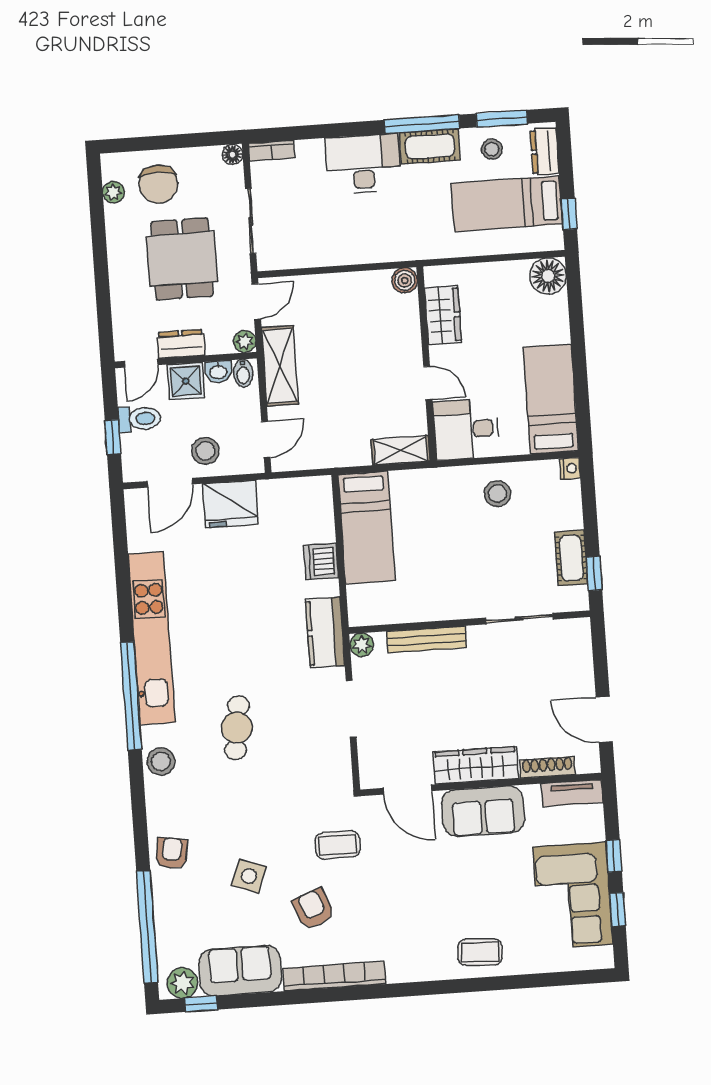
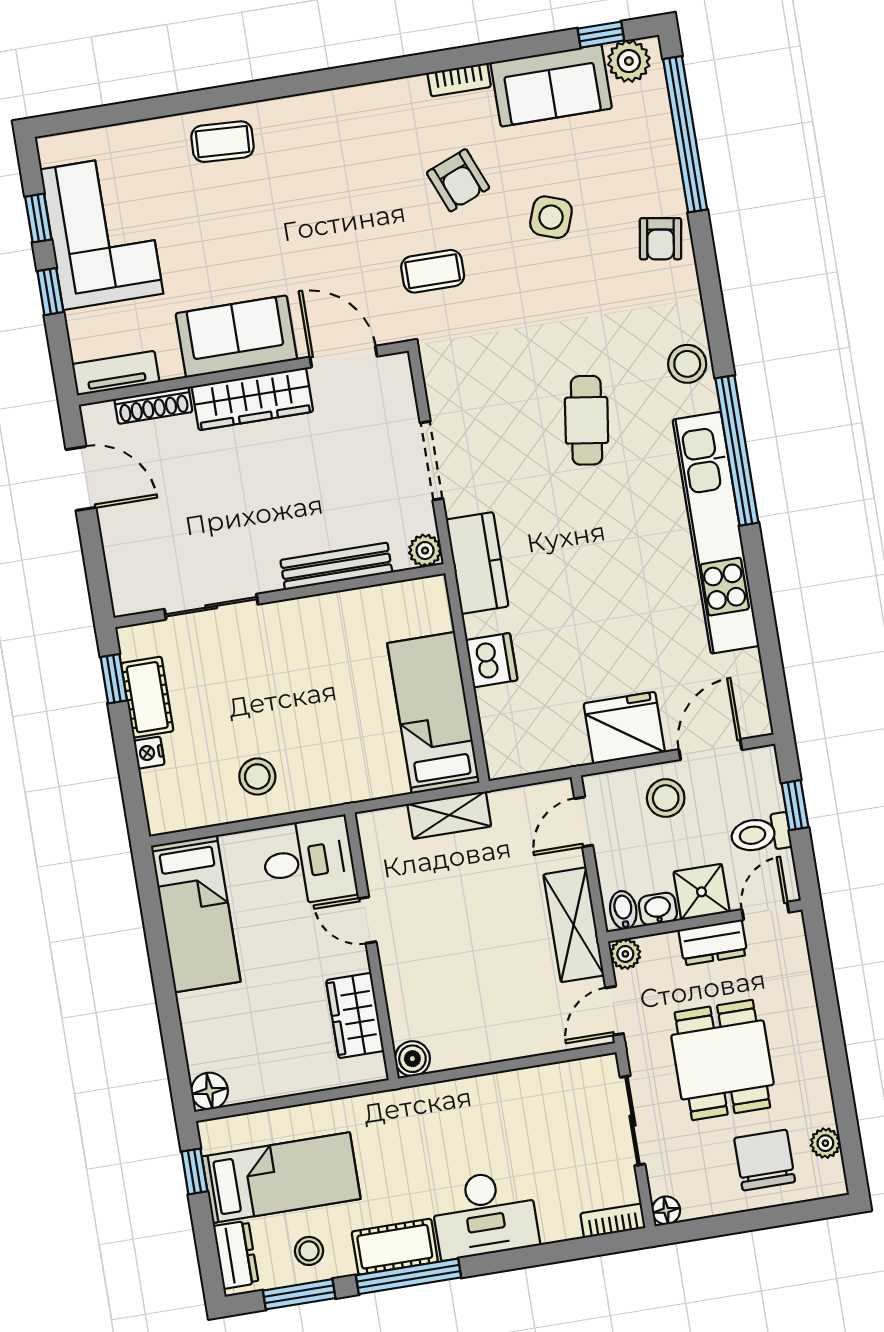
floor lamp: (548, 276) -> (210, 1091), width x0.73, depth x0.73
shelving: (400, 450) -> (449, 815), moved
nightstand: (570, 468) -> (149, 753), moved
bookcase: (334, 976) -> (459, 80), width x0.43, depth x0.76

